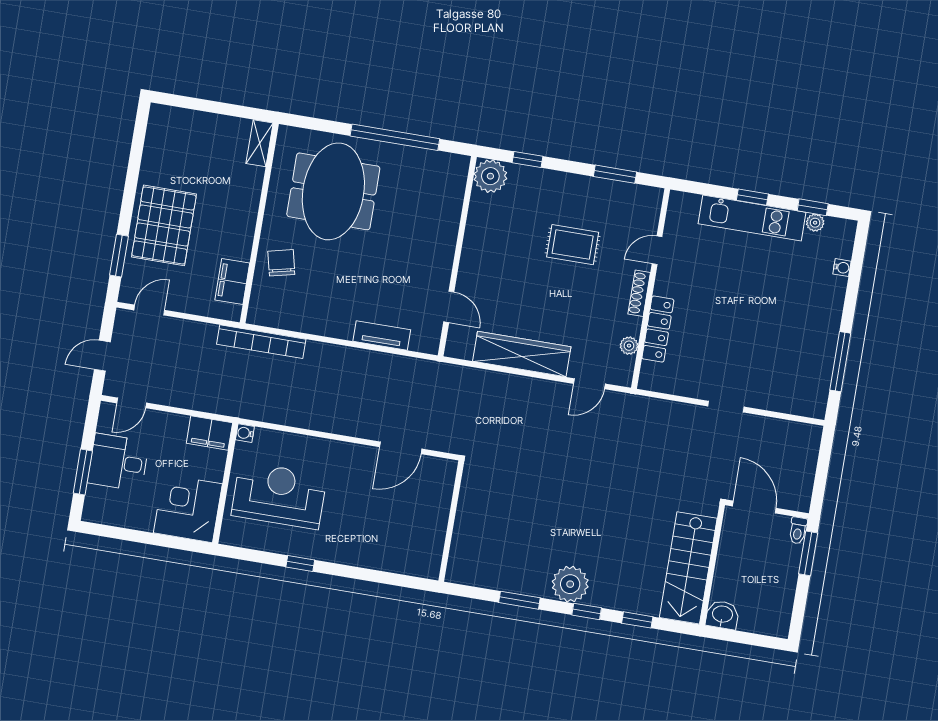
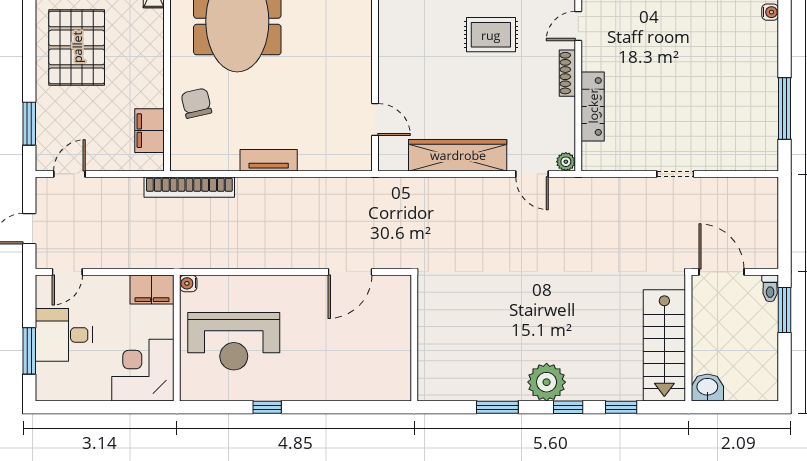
pallet: (164, 225) -> (77, 47), moved
tv unit: (382, 335) -> (269, 160), moved
plant: (629, 346) -> (566, 162), moved
door: (589, 384) -> (532, 174), hinge flipped
reception desk: (279, 495) -> (234, 341), turned 180

